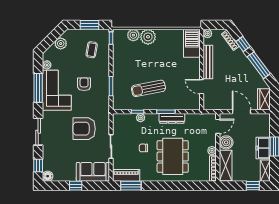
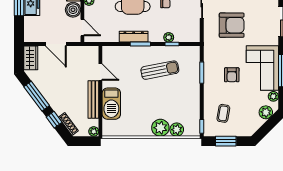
barbecue: (192, 43) -> (111, 104), moved
plant: (61, 44) -> (266, 112), moved
door: (218, 126) -> (82, 28), swing flipped

